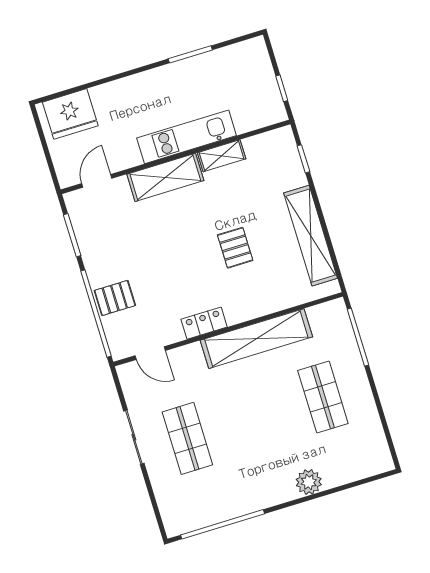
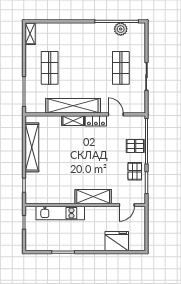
fridge: (70, 114) -> (117, 241), moved
kitchen unit: (187, 137) -> (60, 213), moved
shelving: (222, 156) -> (73, 121), moved
pallet: (235, 248) -> (135, 171), moved
door: (150, 353) -> (116, 114), moved
shelving: (380, 451) -> (30, 34), added
plant: (309, 482) -> (121, 29), moved

